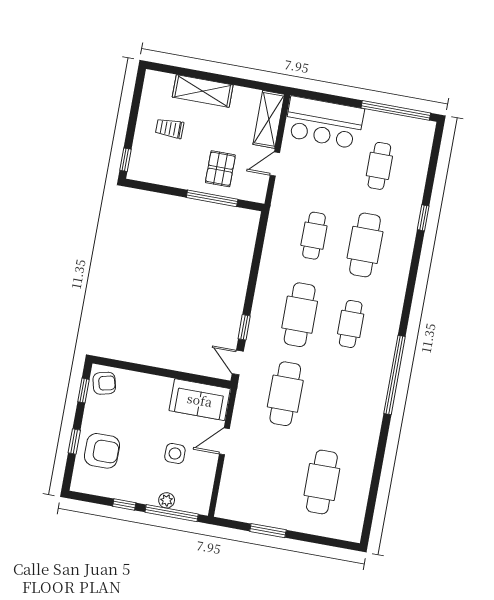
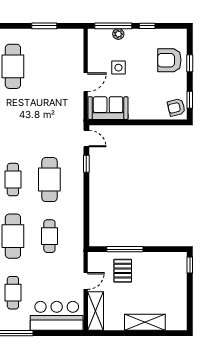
trolley: (170, 128) -> (163, 292), removed
cafe table: (285, 394) -> (49, 123), removed

